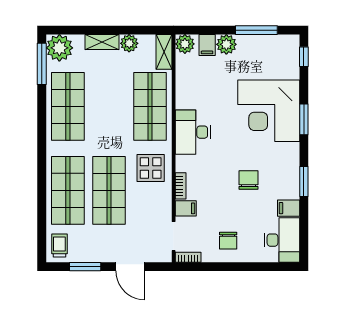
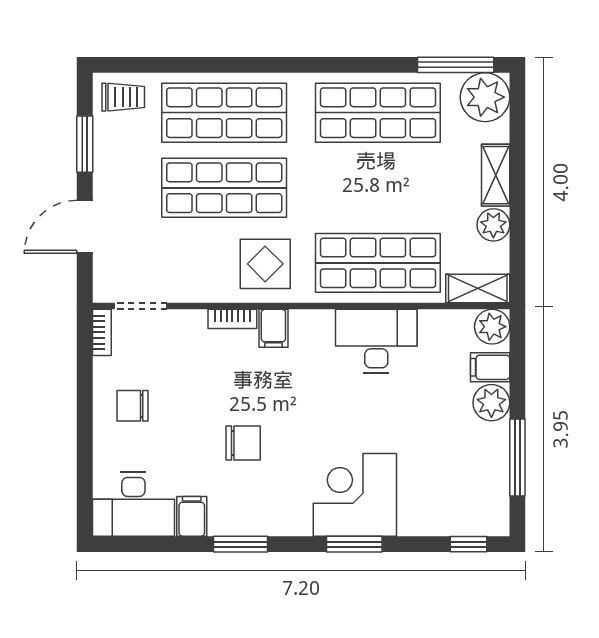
corner desk: (269, 111) -> (355, 495), width x0.74, depth x0.74
desk: (193, 132) -> (376, 341), moved
filing cabinet: (186, 208) -> (273, 328), moved

